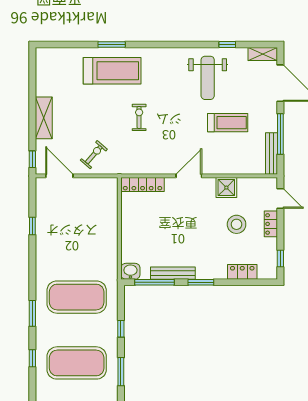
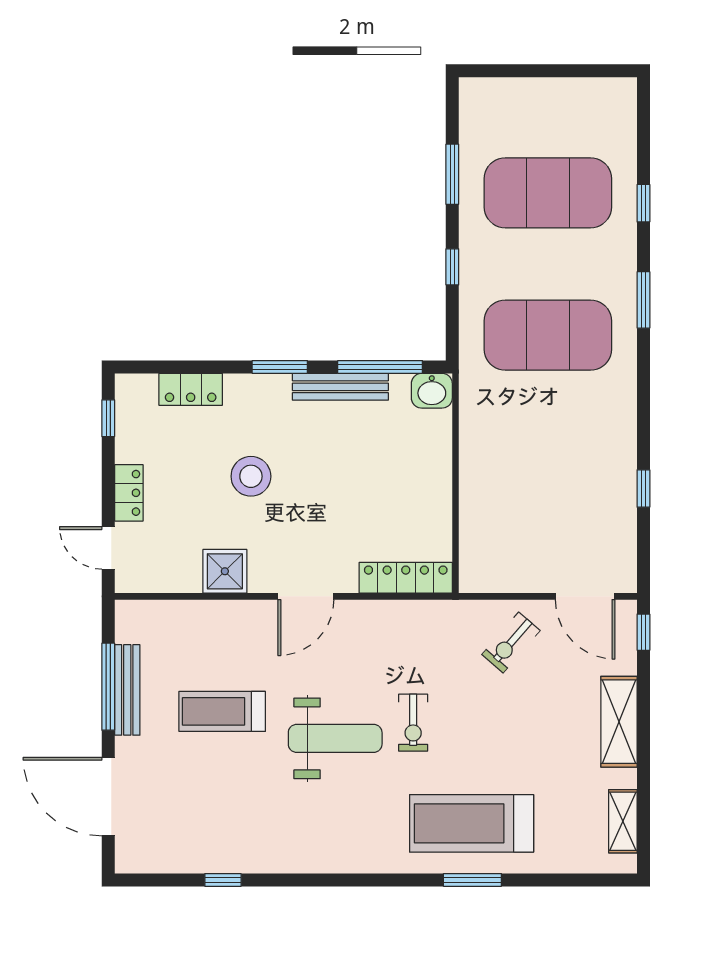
shelving: (263, 54) -> (623, 821), moved, turned 90
weight bench: (208, 78) -> (335, 738), moved, turned 90
bench: (272, 154) -> (127, 690), moved
stool: (237, 224) -> (251, 476), moved

